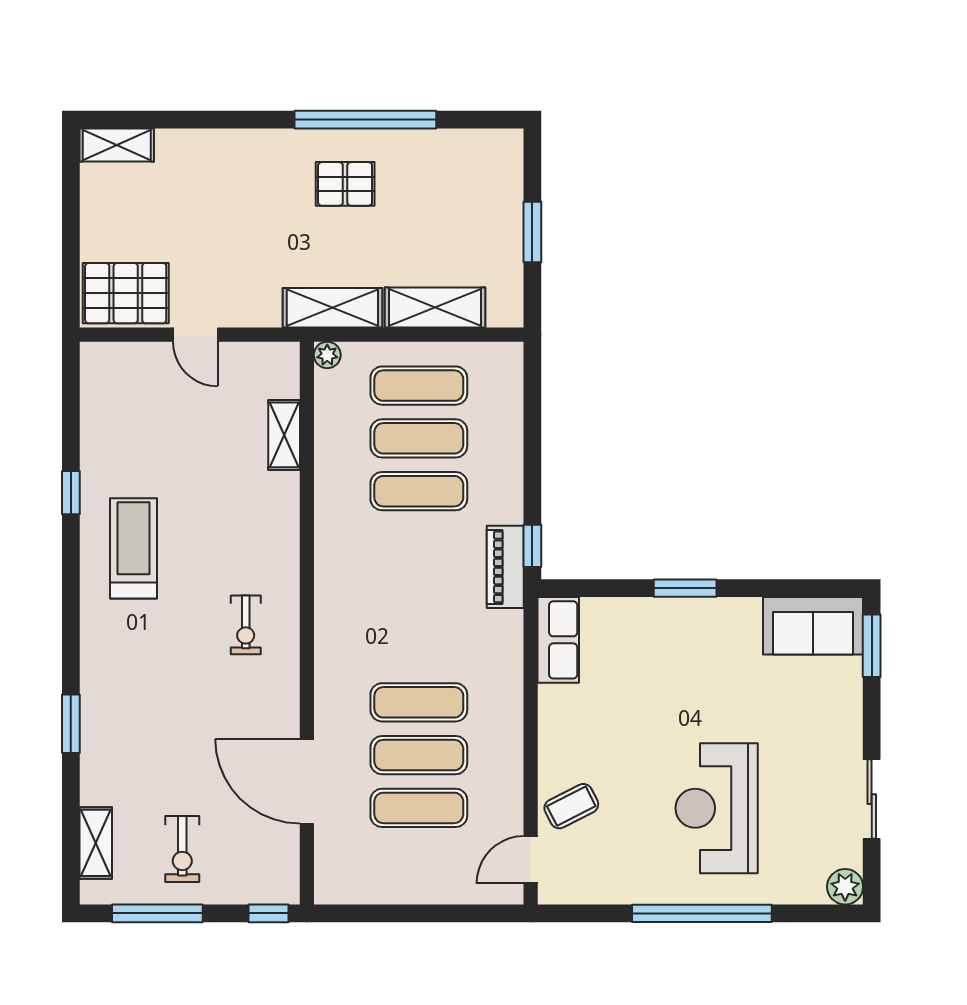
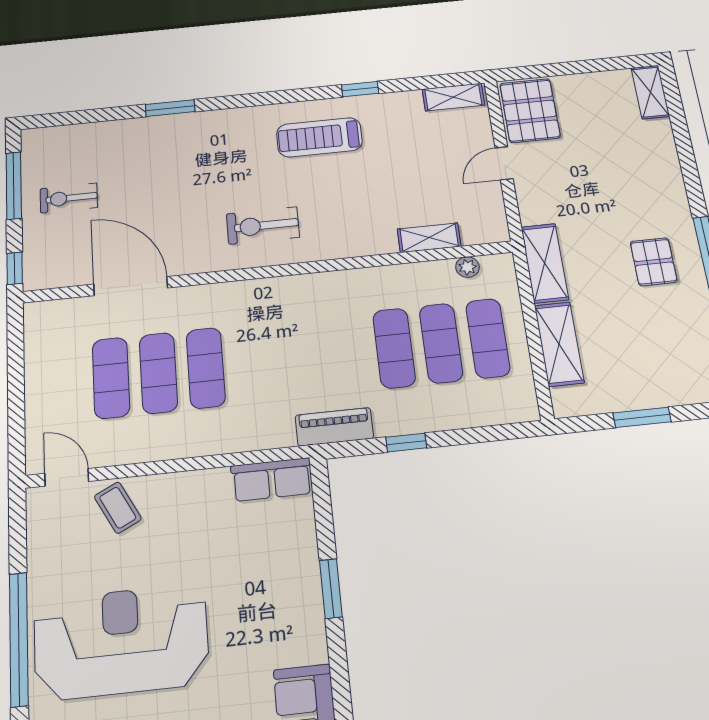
plant: (327, 355) -> (467, 267), moved
window: (532, 546) -> (406, 443), moved
treadmill: (134, 548) -> (319, 137), turned 180
exercise bike: (246, 625) -> (263, 226), width x1.38, depth x1.39
door: (307, 781) -> (131, 286), hinge flipped
reception desk: (717, 808) -> (121, 642), width x1.36, depth x1.30
shelving: (96, 843) -> (453, 97), moved

